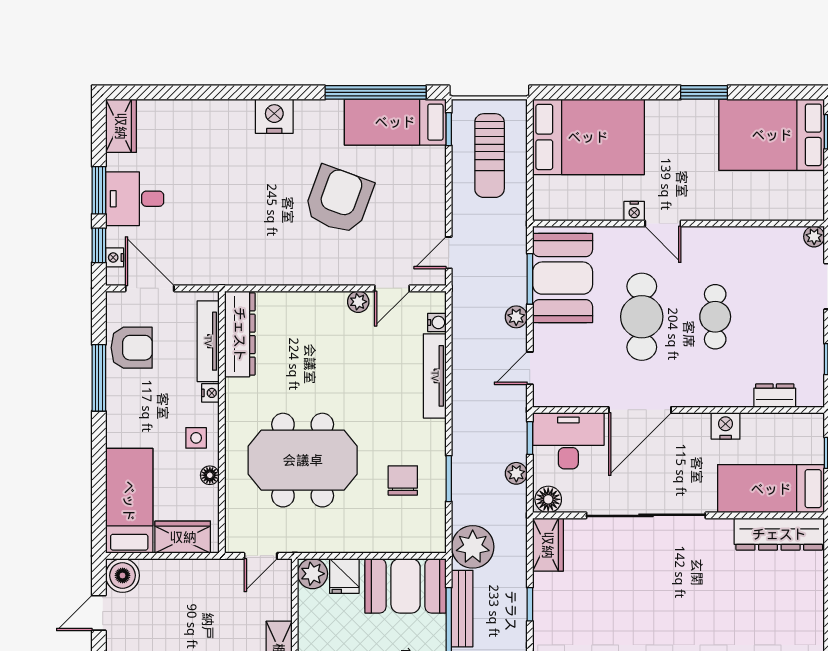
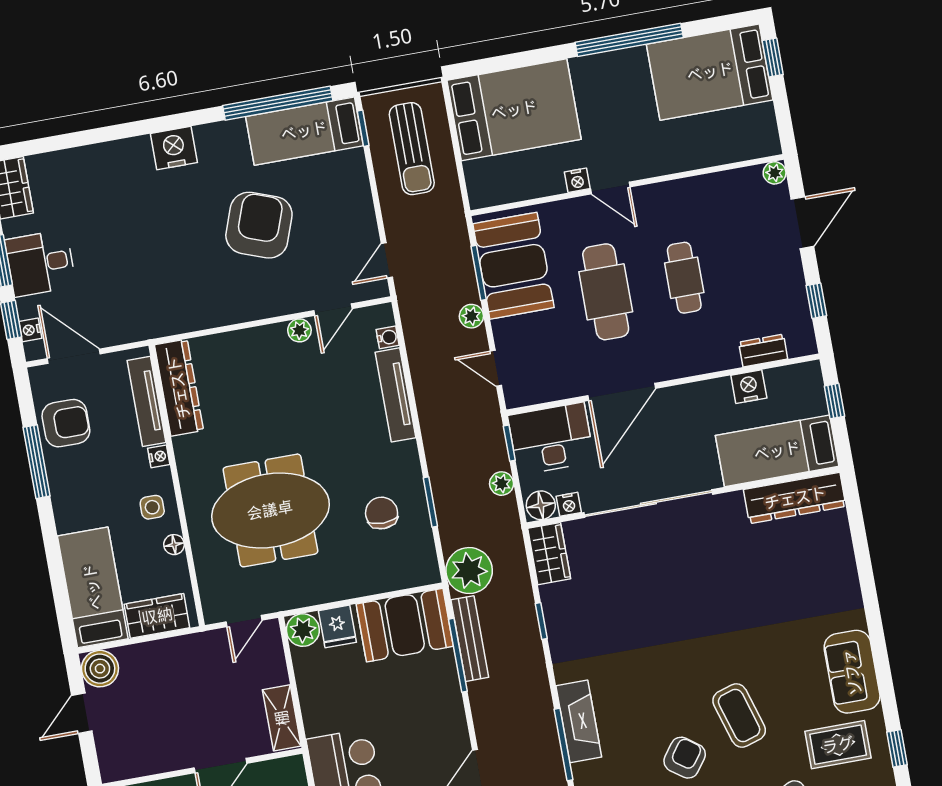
window: (704, 92) -> (629, 40), width x2.11
door: (530, 368) -> (496, 368), hinge flipped
nightstand: (726, 426) -> (749, 387), moved
nightstand: (574, 503) -> (569, 504), added

